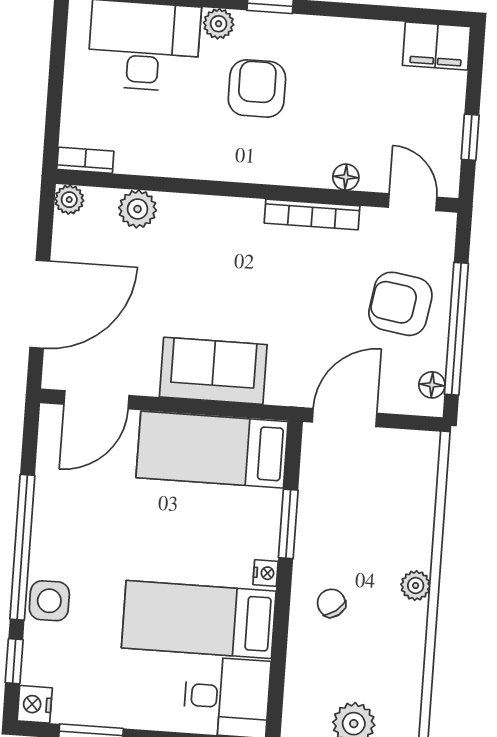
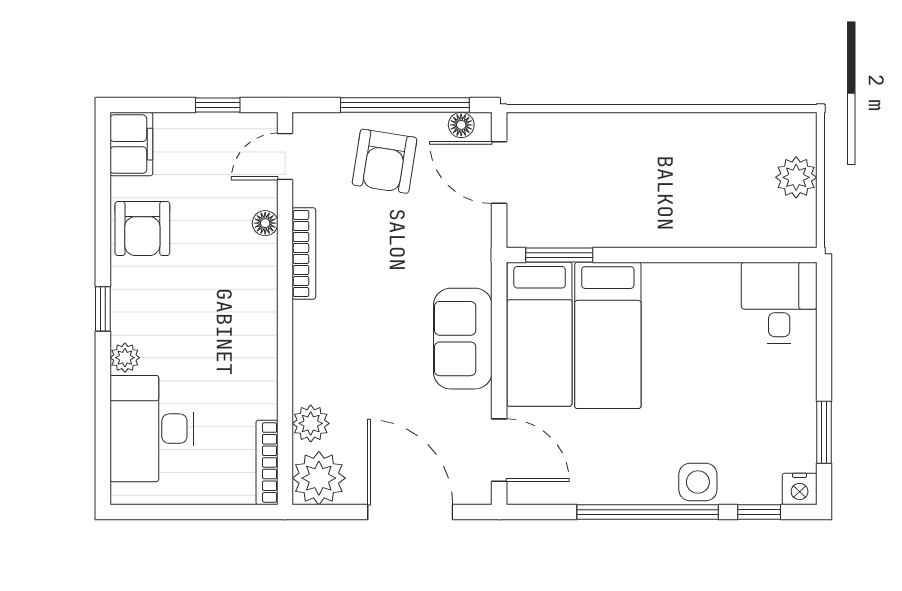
armchair: (257, 88) -> (142, 228), moved, turned -90
bookcase: (85, 160) -> (267, 462), width x1.56
plant: (69, 200) -> (319, 478), width x1.88, depth x1.88
door: (344, 418) -> (499, 172), moved
window: (288, 524) -> (559, 255), moved
nightstand: (266, 573) -> (656, 274), removed
plant: (416, 586) -> (658, 127), removed
chair: (331, 603) -> (681, 208), removed
bed: (199, 619) -> (608, 335), moved

